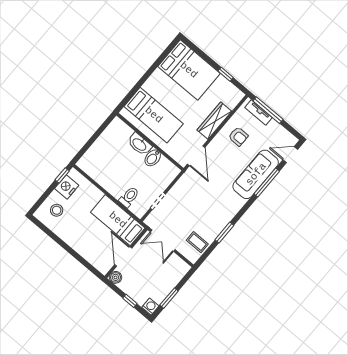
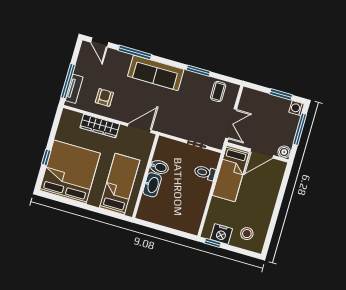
bed: (189, 70) -> (70, 172), width x1.36
window: (226, 74) -> (46, 157), moved
sofa: (256, 174) -> (156, 73), moved
window: (130, 301) -> (300, 129), width x2.17

